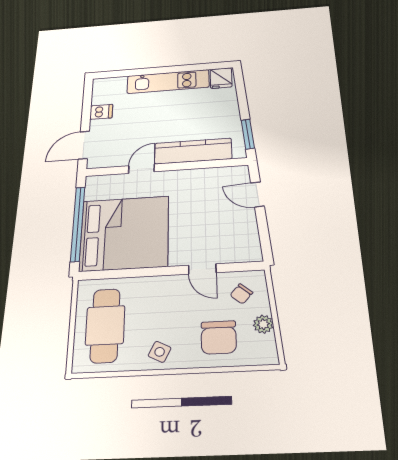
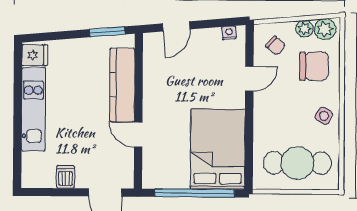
bed: (124, 233) -> (218, 149), width x0.73
nightstand: (254, 245) -> (229, 33), added
plant: (264, 348) -> (325, 29), added

